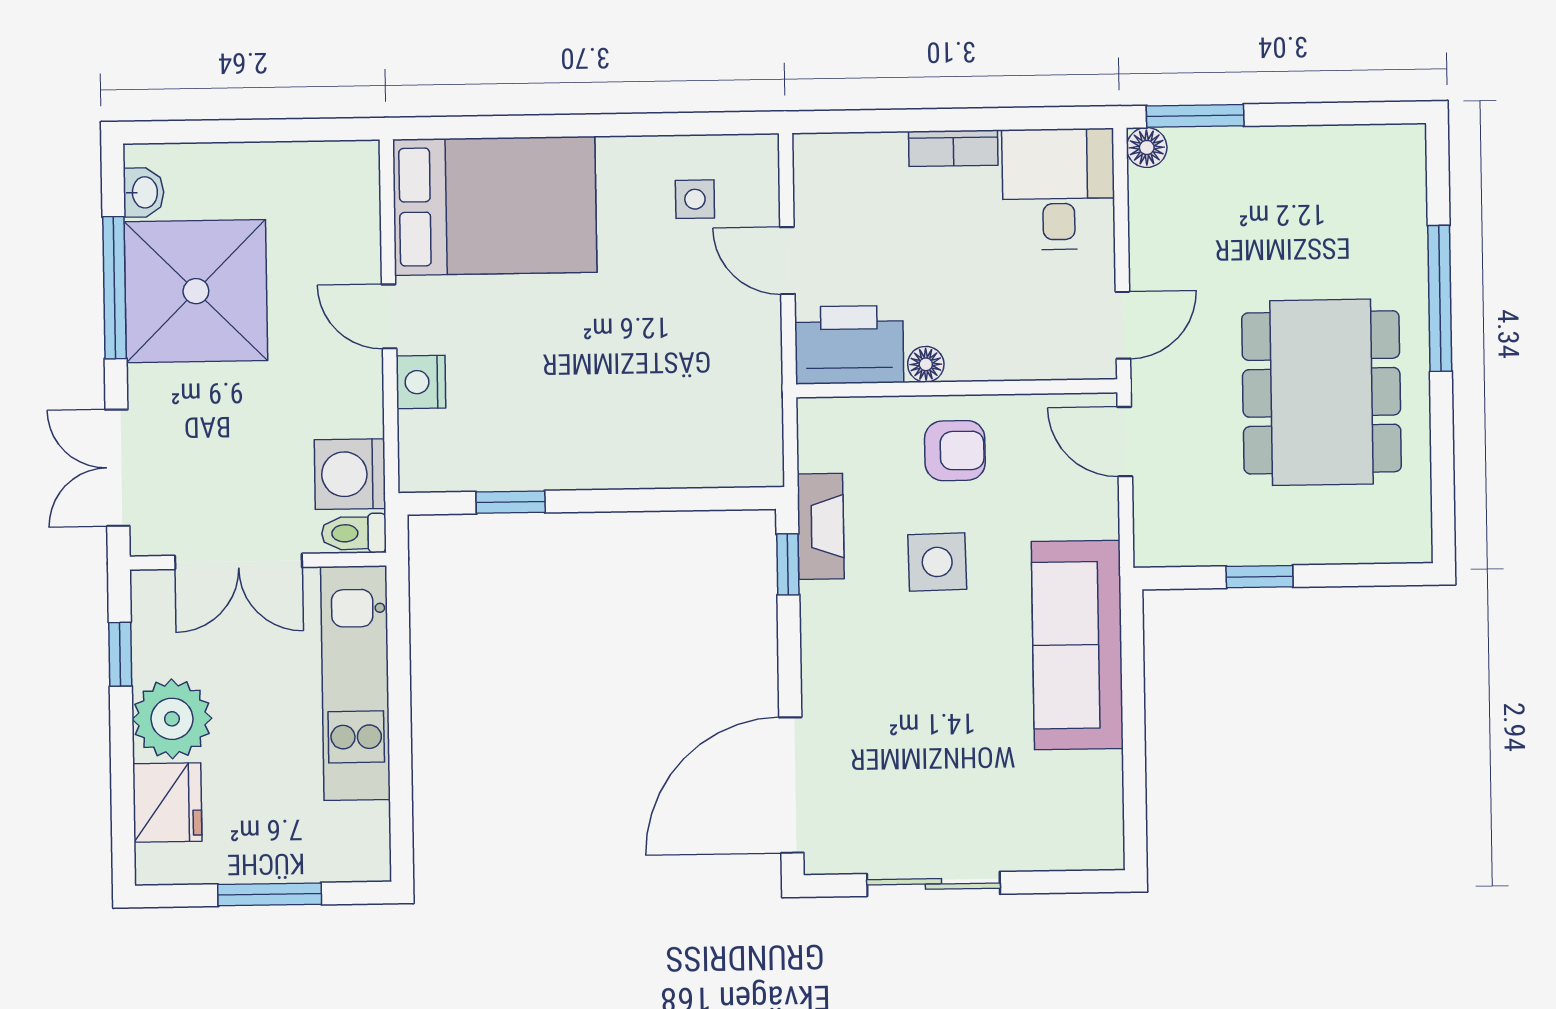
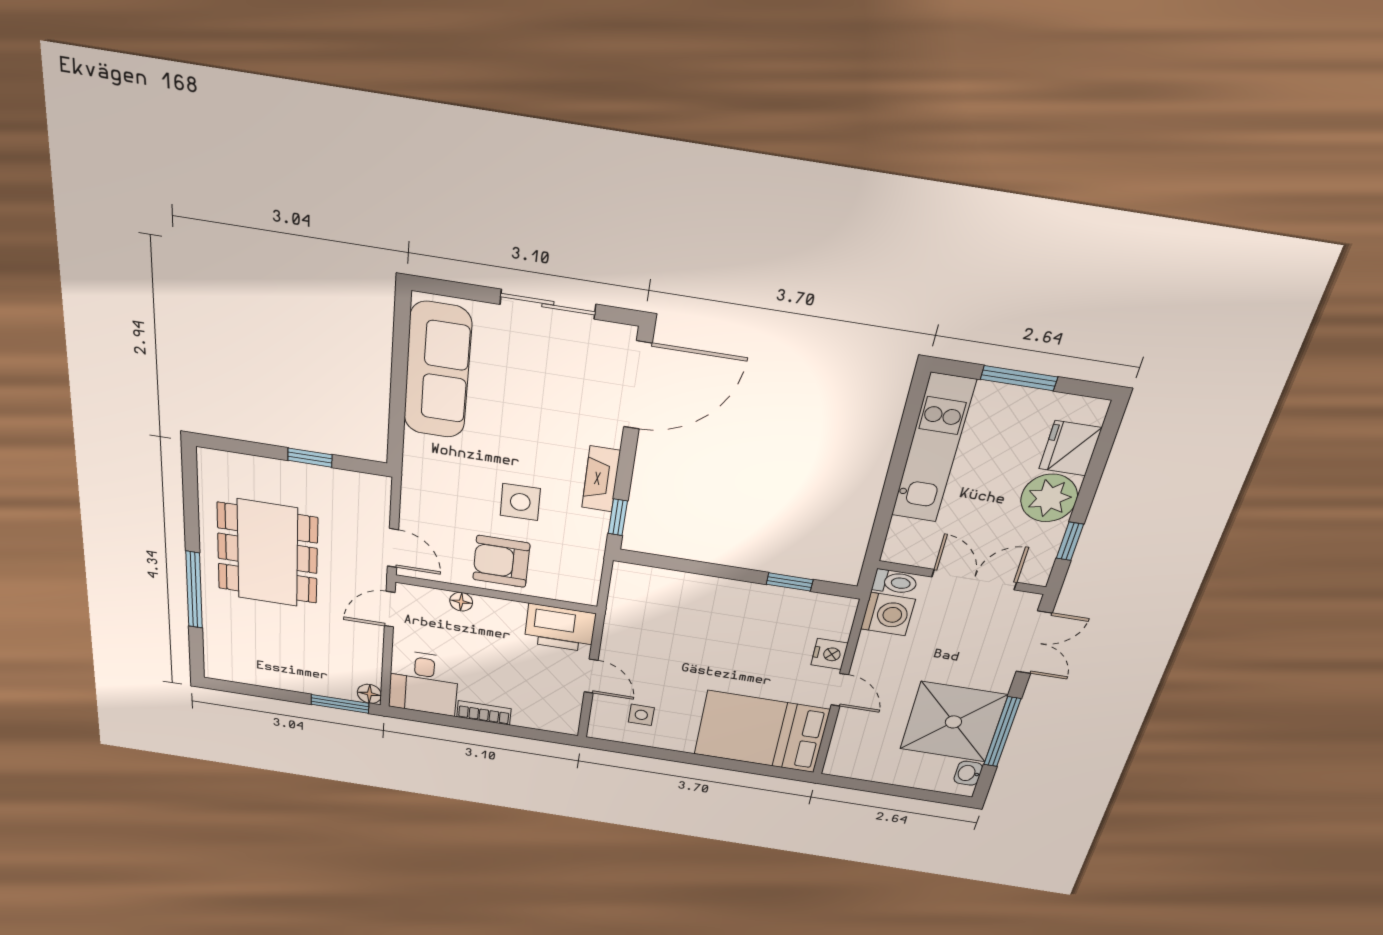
floor lamp: (926, 364) -> (461, 602), moved
armchair: (955, 451) -> (501, 561), width x1.38, depth x1.38
fireplace: (821, 526) -> (601, 479), moved
sofa: (1077, 645) -> (438, 371), moved
kitchen unit: (355, 683) -> (933, 449), moved

